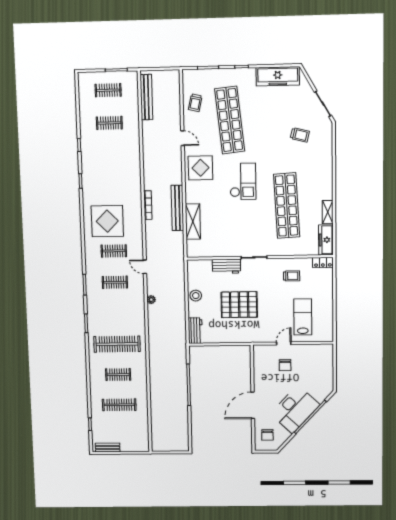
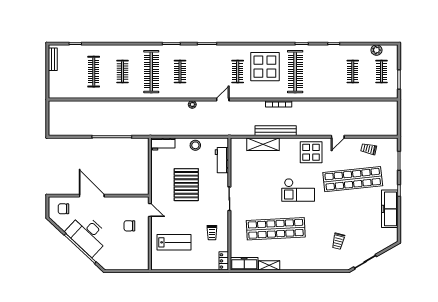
freezer: (278, 76) -> (390, 209), moved
plant: (84, 97) -> (376, 50), added
bench: (146, 97) -> (375, 106), removed
clothes rail: (112, 188) -> (295, 72), added
workbench: (226, 266) -> (222, 160), moved
clothes rail: (115, 282) -> (180, 72), moved
door: (284, 343) -> (150, 210), moved

